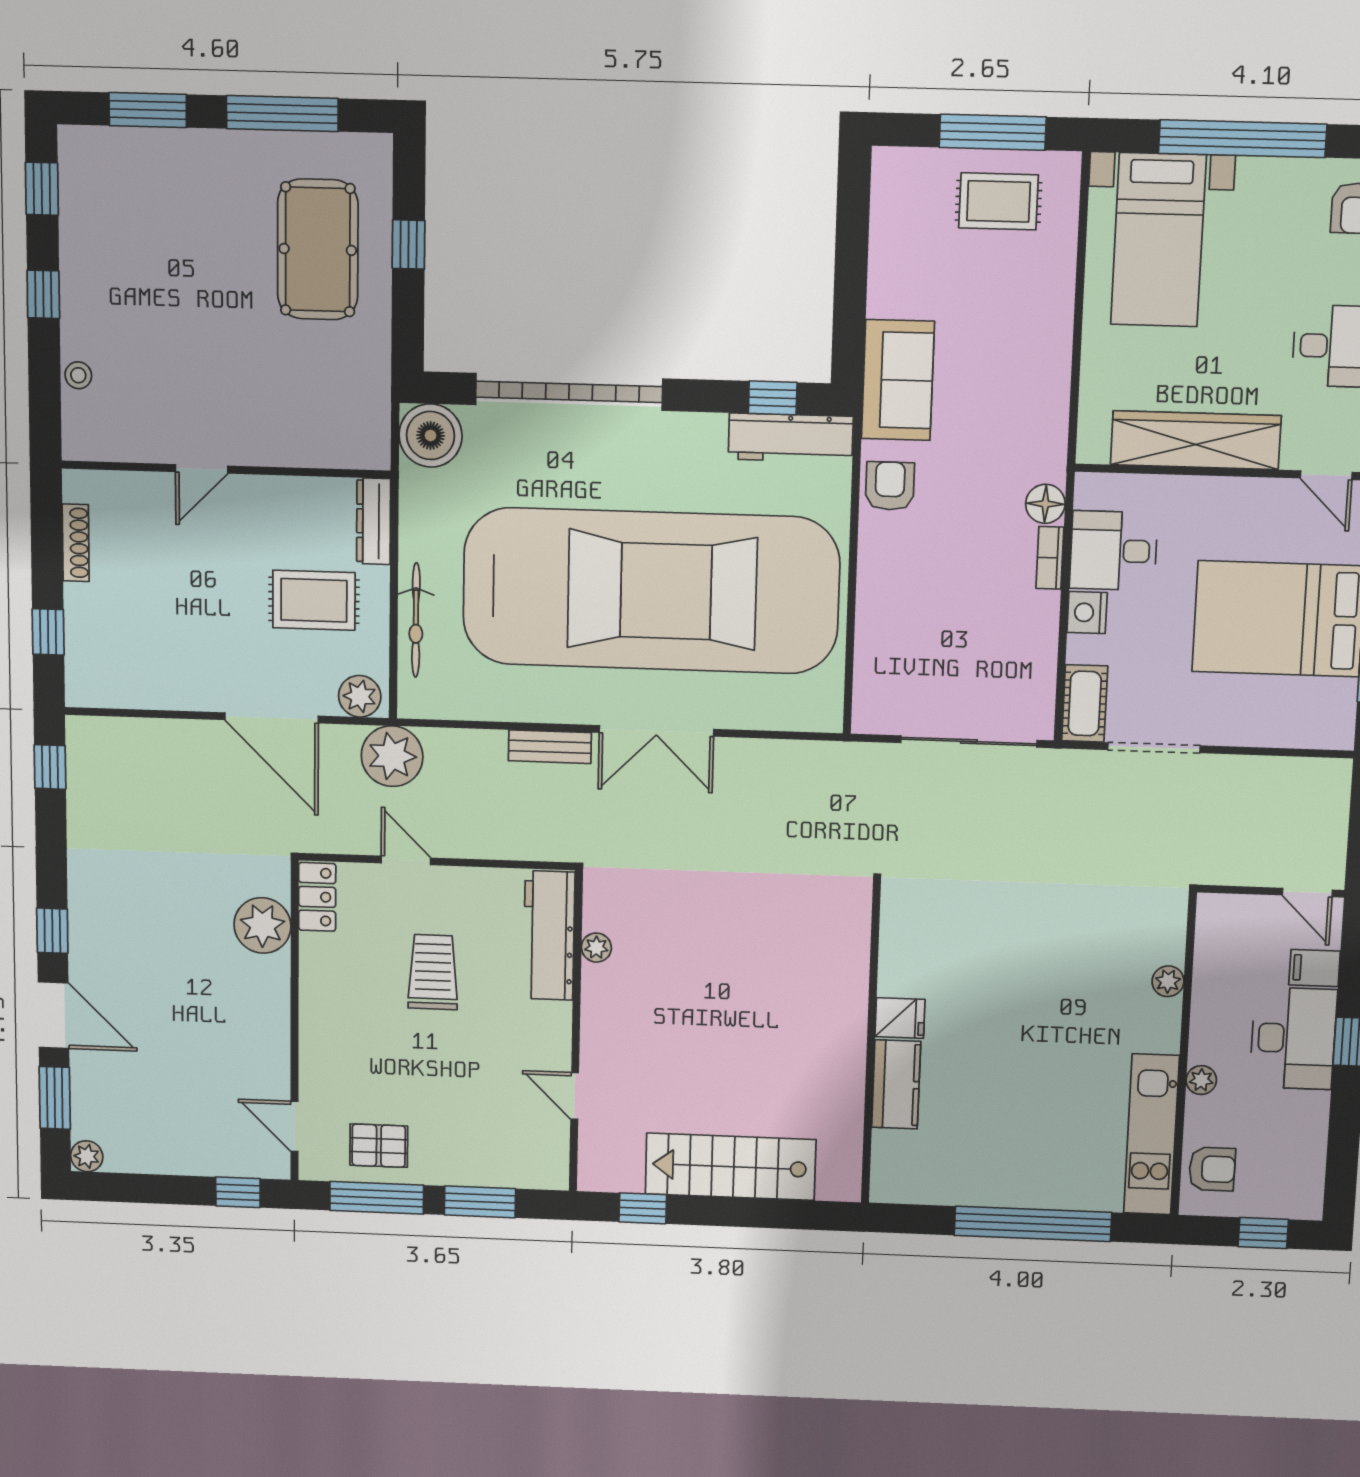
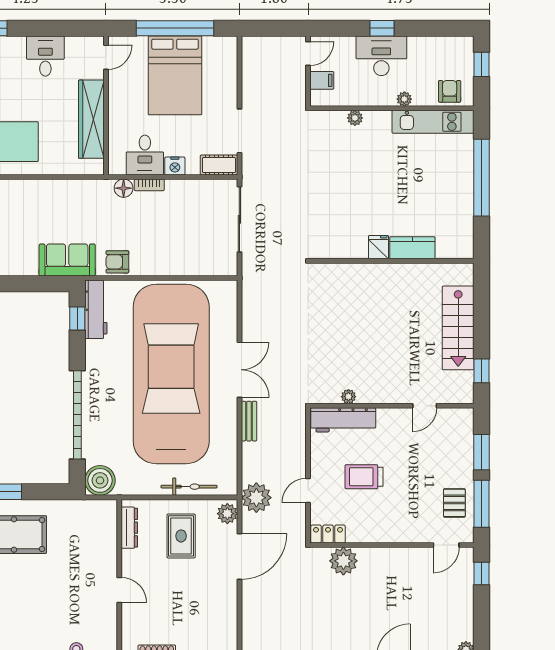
dresser: (374, 521) -> (129, 528), moved, turned -90
filing cabinet: (1315, 968) -> (322, 80), moved, turned -90

